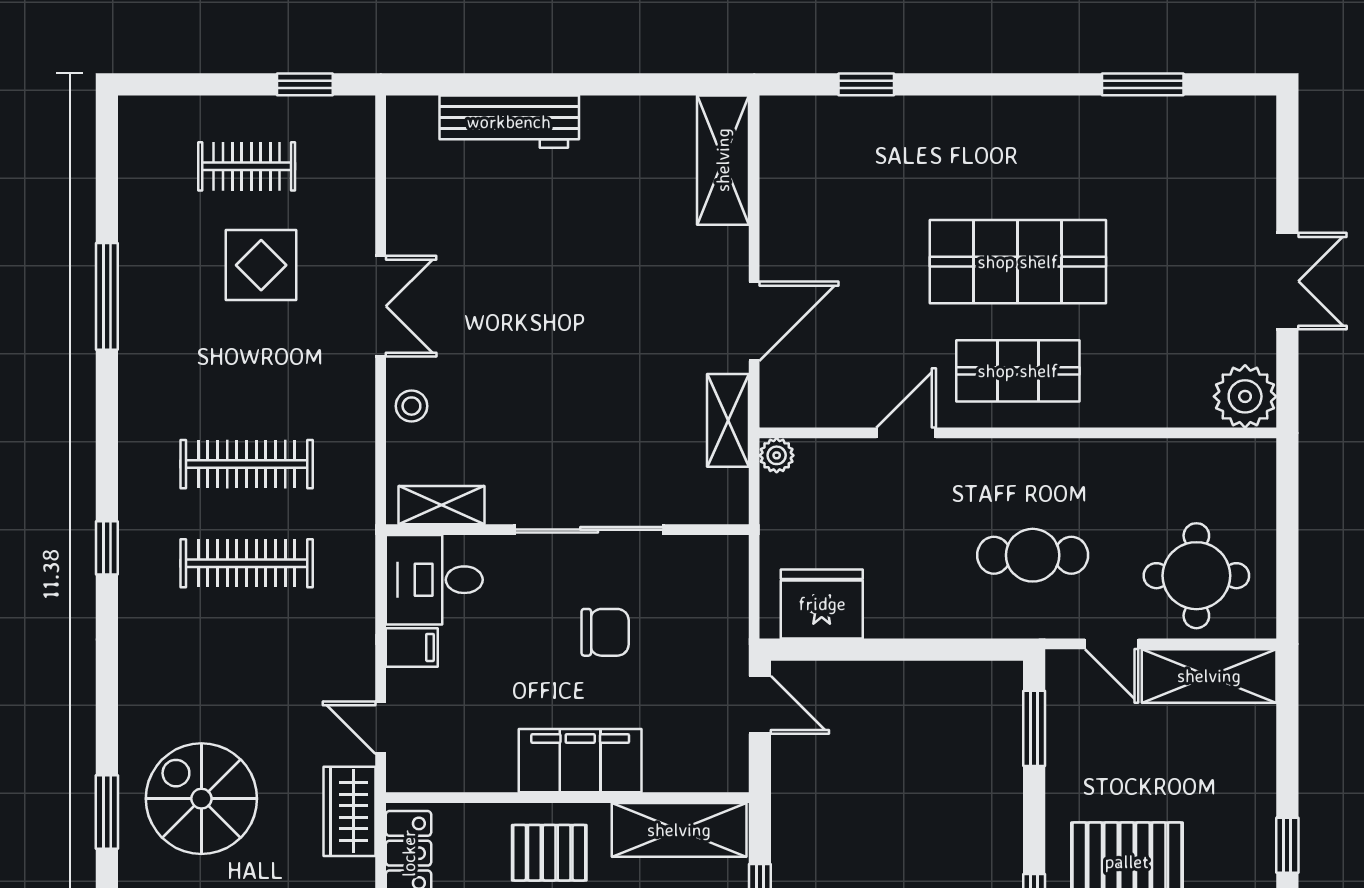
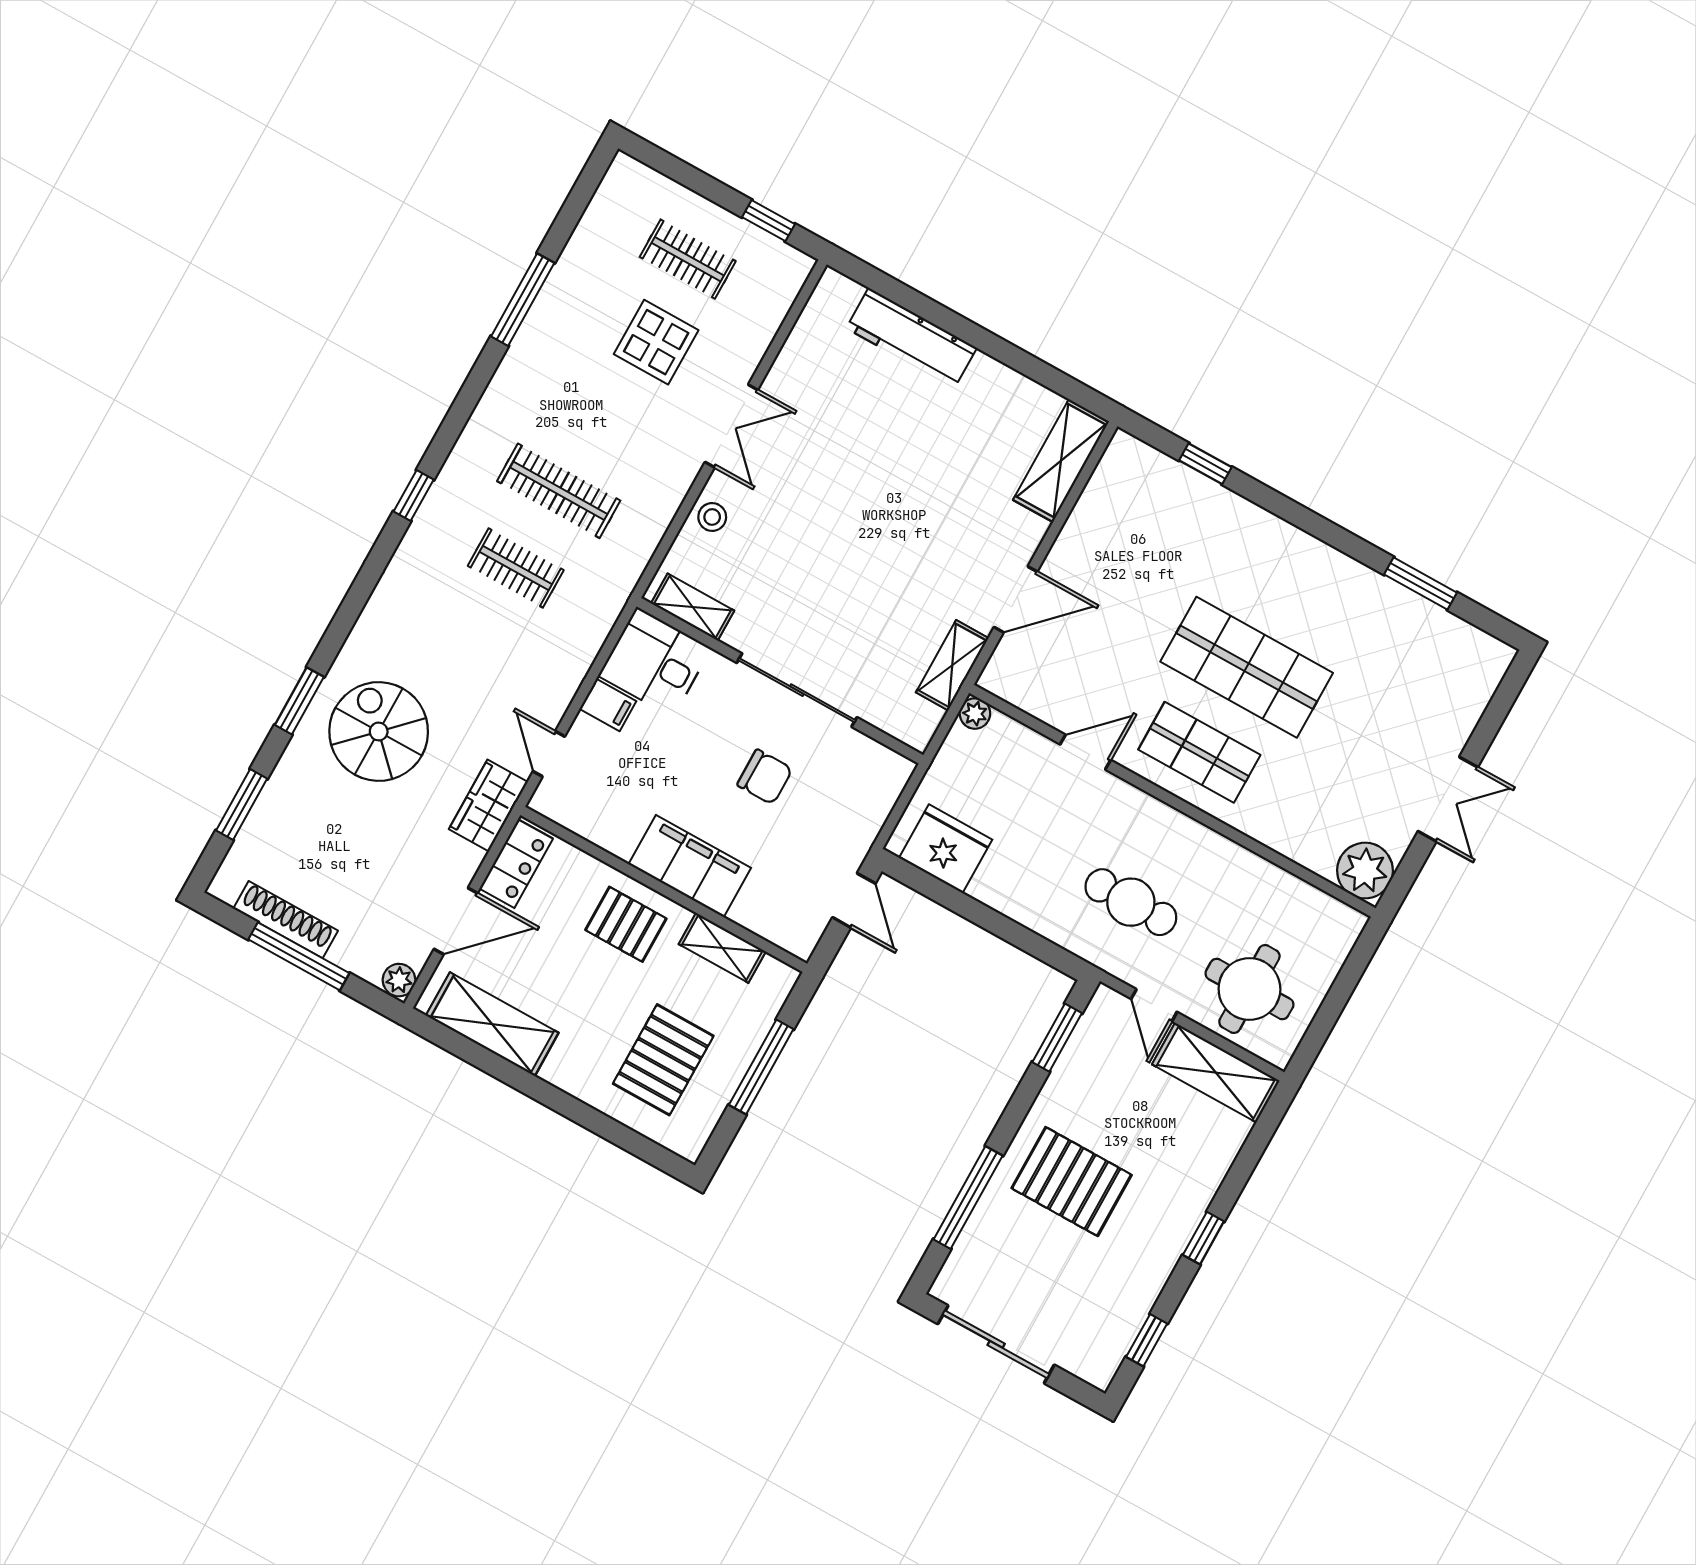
clothes rail: (247, 563) -> (516, 568), width x0.73
shelving: (679, 830) -> (722, 948), width x0.67, depth x0.75

